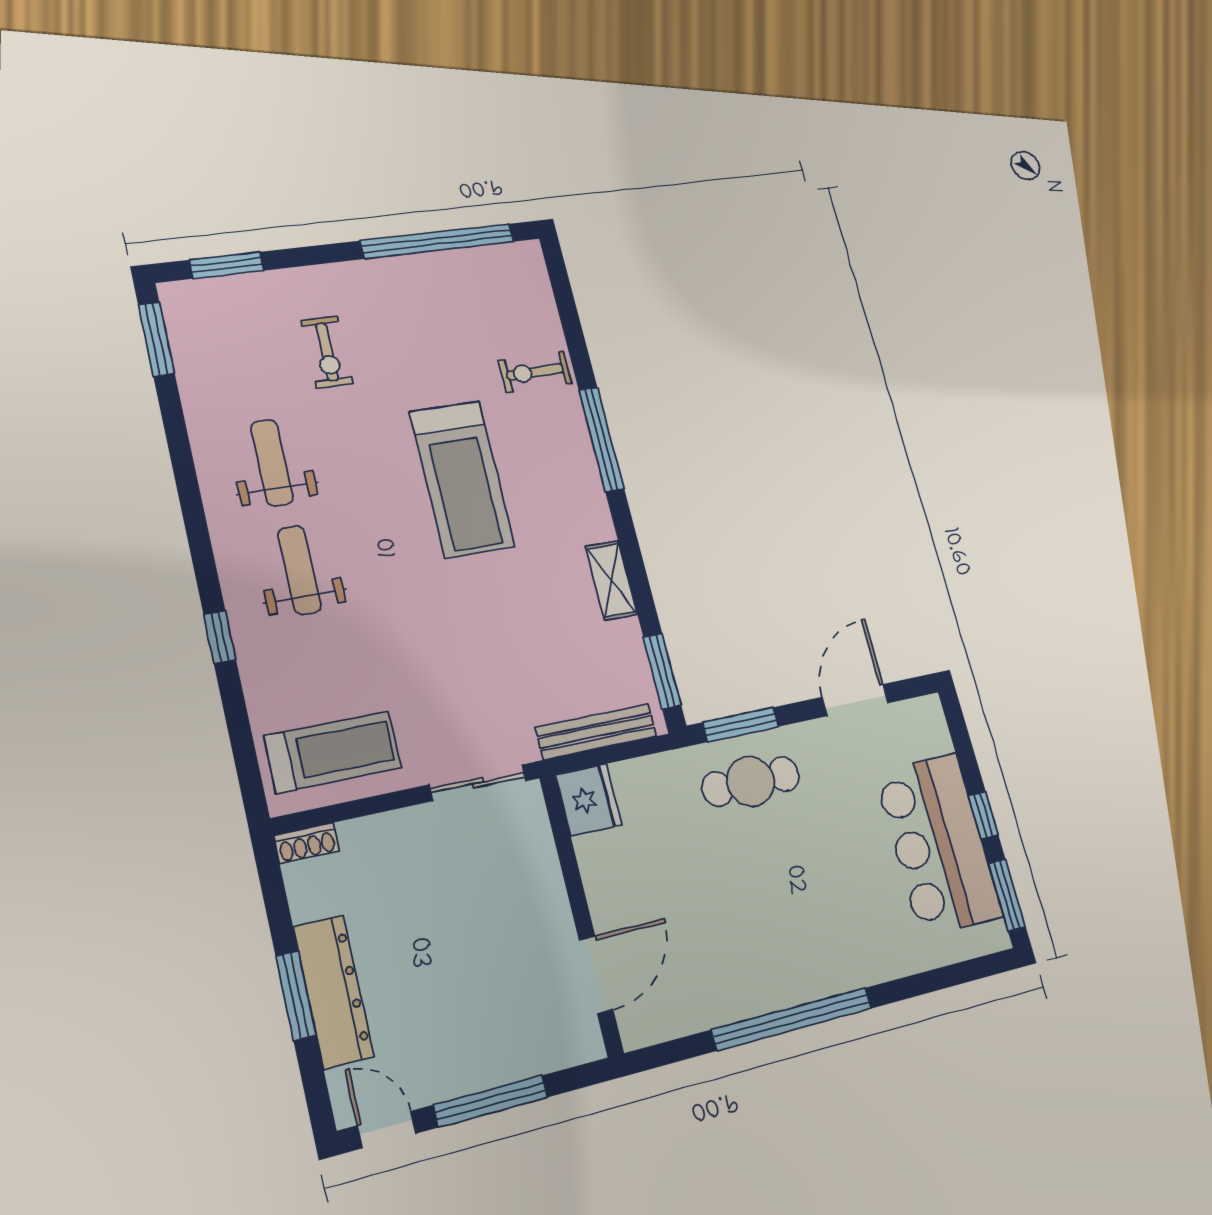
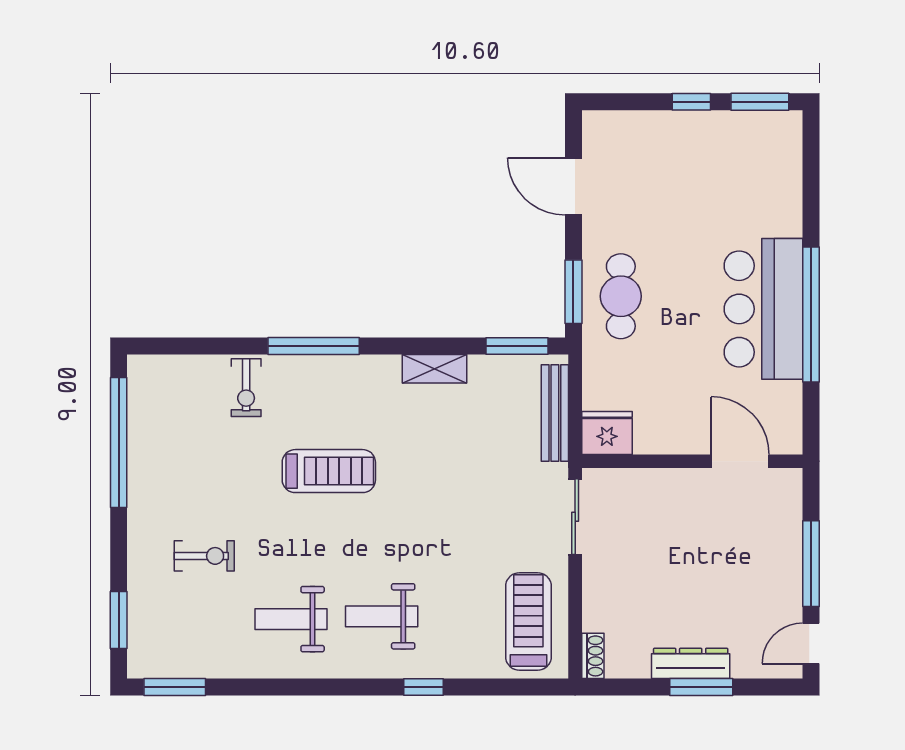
treadmill: (462, 479) -> (329, 471), width x0.73, depth x0.73
bar counter: (938, 844) -> (763, 309), moved, turned 90
dresser: (333, 992) -> (691, 663), width x0.73, depth x0.80

